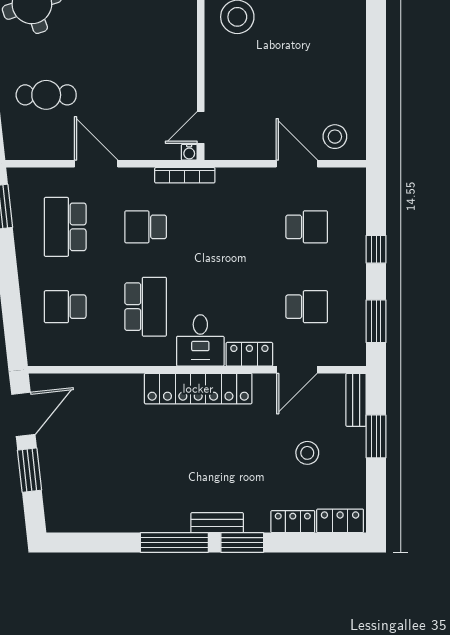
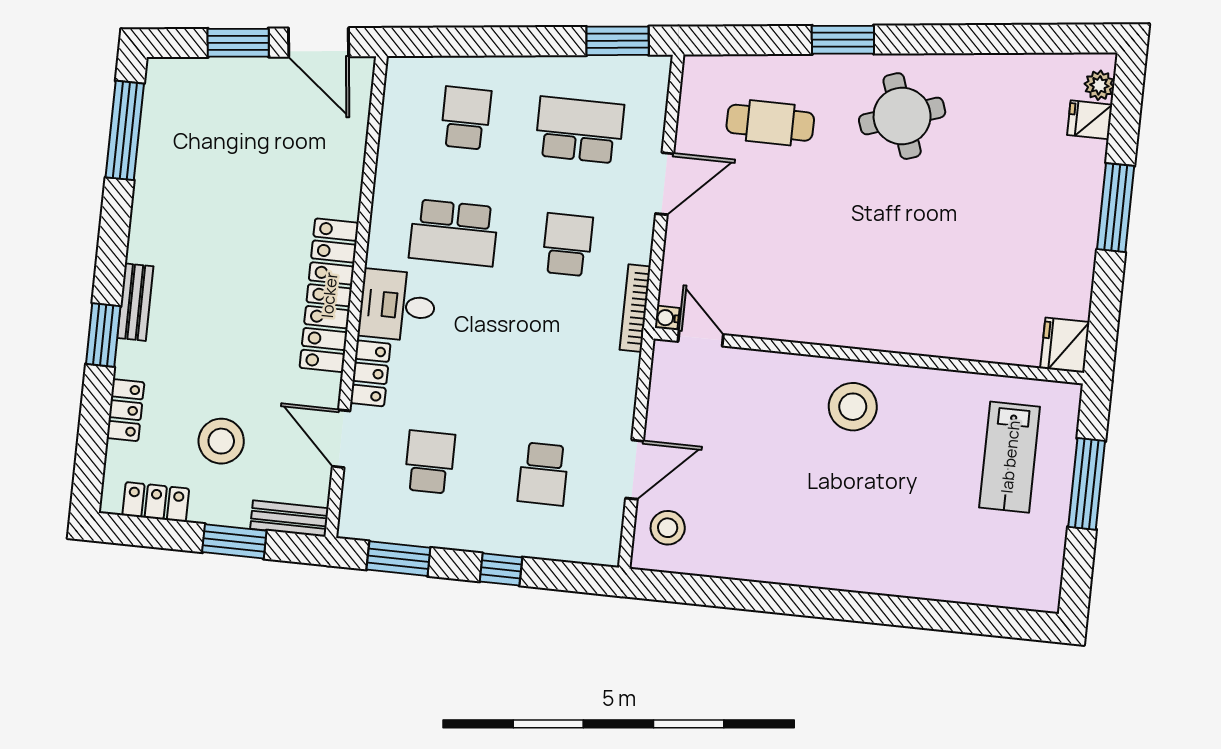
cafe table: (46, 95) -> (770, 123), turned 90
school desk: (307, 307) -> (430, 462), turned 180
stool: (307, 453) -> (221, 441), width x1.38, depth x1.38
locker: (340, 521) -> (156, 502), moved, turned -90
window: (174, 543) -> (125, 130), moved

